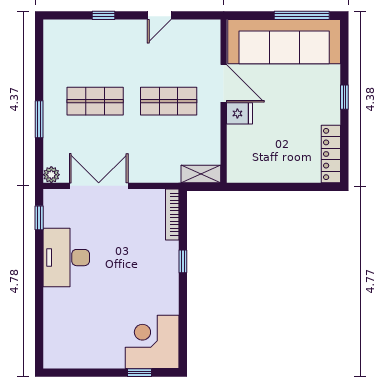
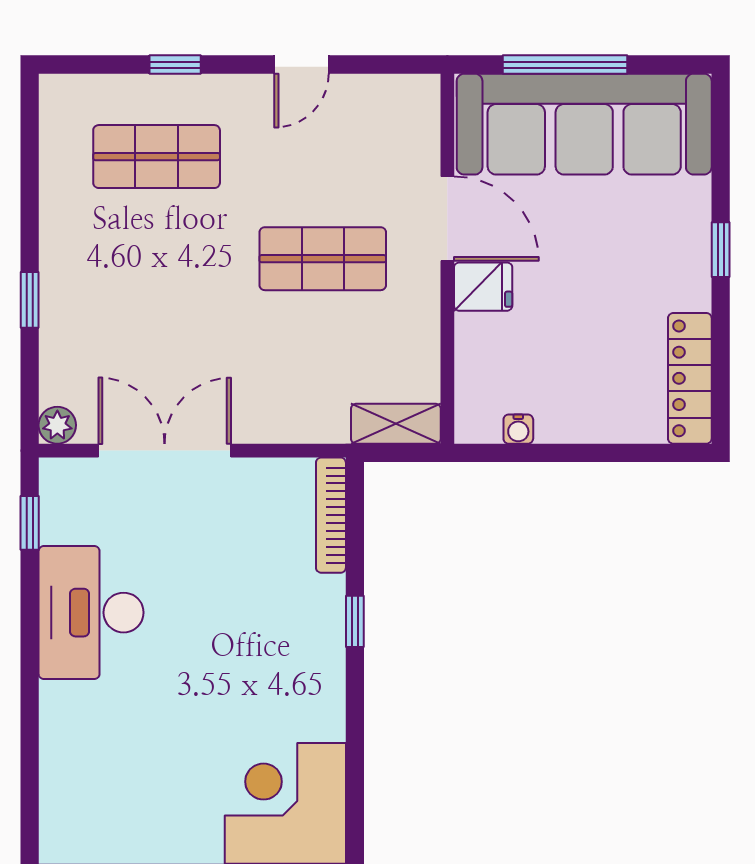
window: (302, 15) -> (565, 65), moved
shop shelf: (95, 101) -> (157, 157), moved
window: (39, 119) -> (30, 300), width x0.67
water cooler: (255, 176) -> (518, 429), added

